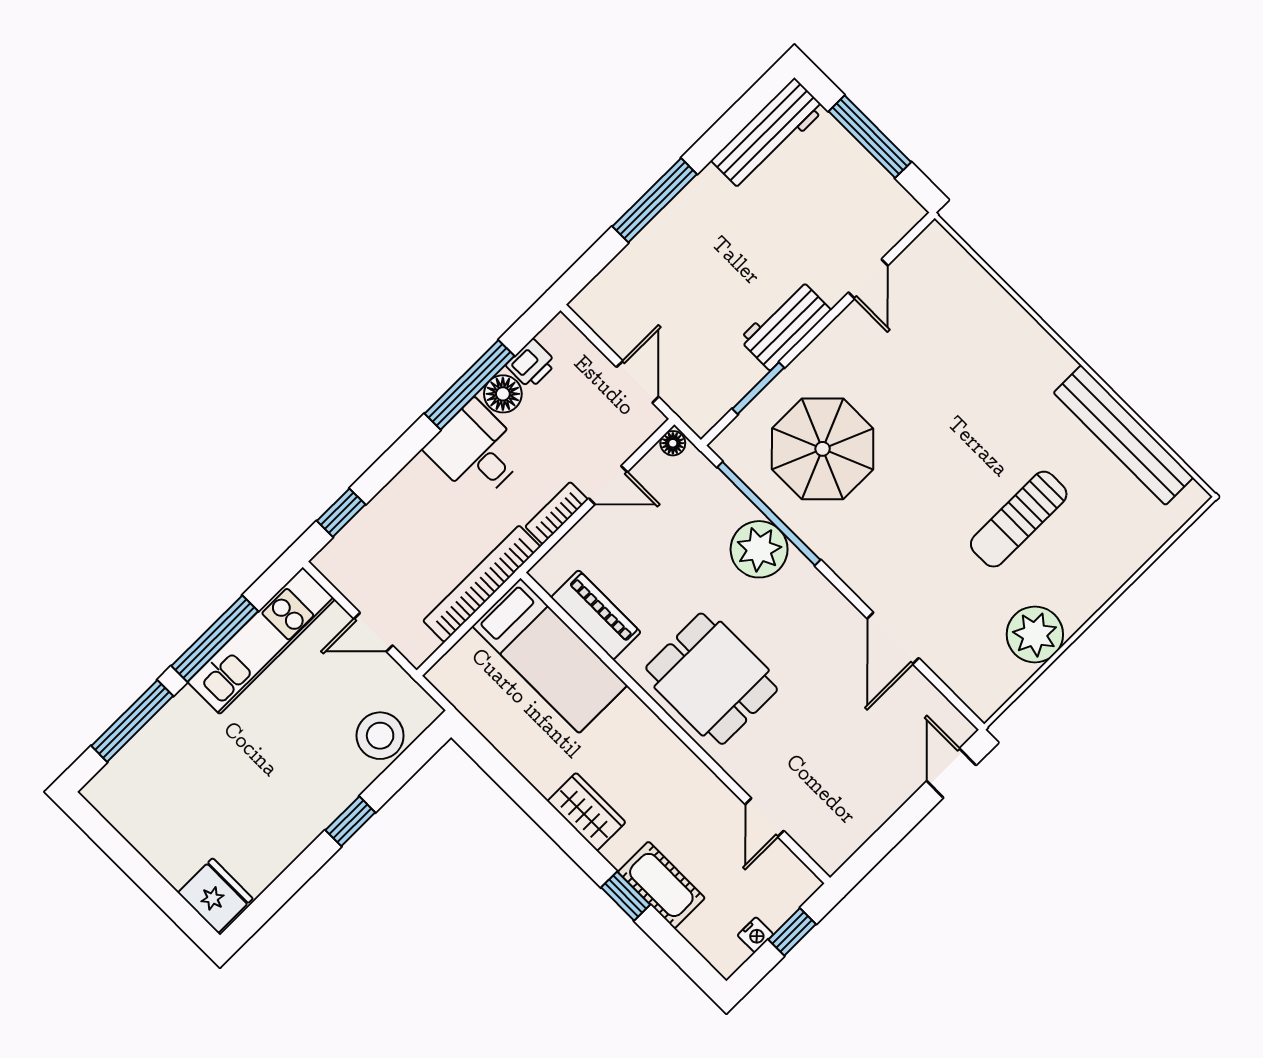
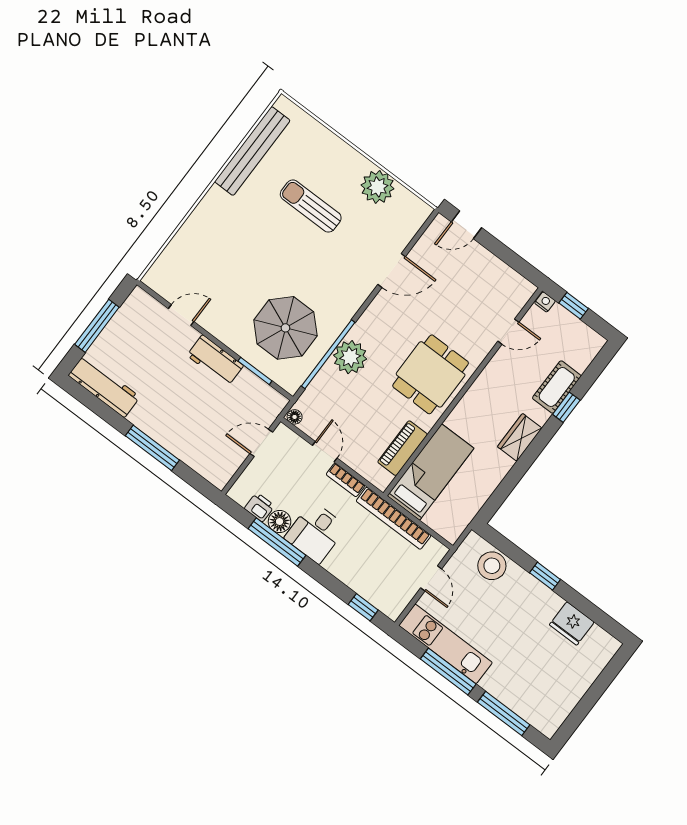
sun lounger: (1019, 519) -> (311, 206), turned 180
fridge: (215, 896) -> (572, 623), moved, turned -90
nightstand: (755, 935) -> (545, 302), moved

